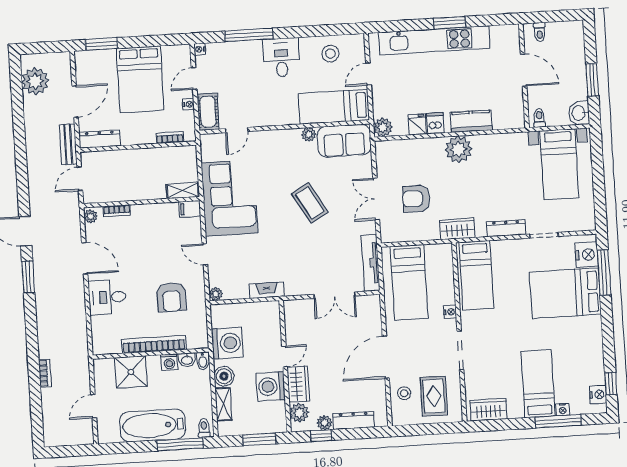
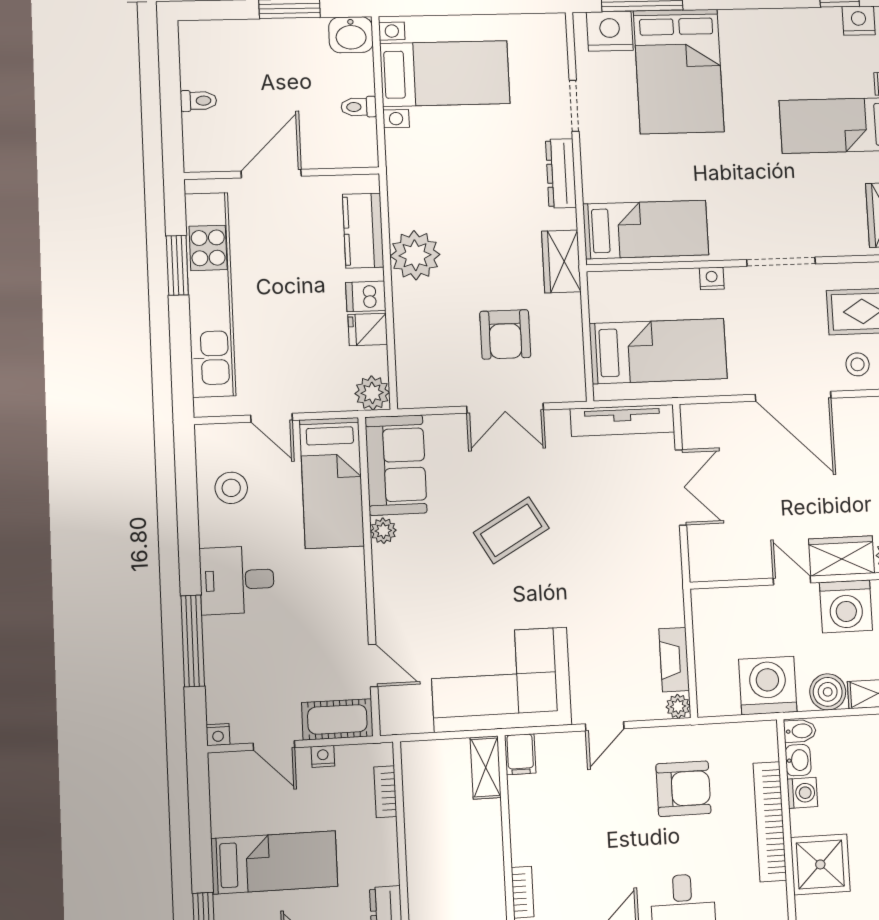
door: (524, 70) -> (271, 174), moved
wall: (524, 76) -> (282, 173), moved
bed: (140, 79) -> (274, 862), width x0.67
fireplace: (267, 290) -> (674, 660), moved

